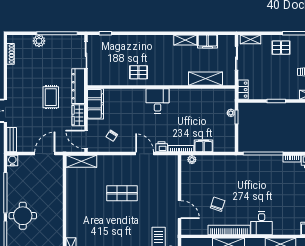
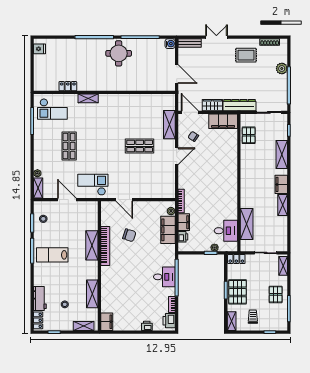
shelving: (131, 41) -> (282, 154), added
filing cabinet: (208, 41) -> (281, 184), moved
pallet: (138, 72) -> (249, 135), moved
pallet: (278, 88) -> (238, 292), added
rug: (51, 97) -> (246, 55), moved
desk: (158, 101) -> (226, 231), moved
door: (86, 139) -> (190, 112), hinge flipped
printer: (162, 147) -> (183, 237), moved
door: (145, 154) -> (177, 156), moved
shelving: (81, 161) -> (169, 125), moved
filing cabinet: (212, 163) -> (168, 230), added
shop shelf: (122, 193) -> (140, 146), turned 90
door: (180, 210) -> (124, 200), hinge flipped
desk: (262, 223) -> (164, 277), moved, turned 180

